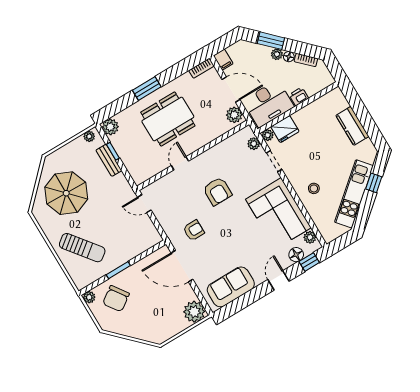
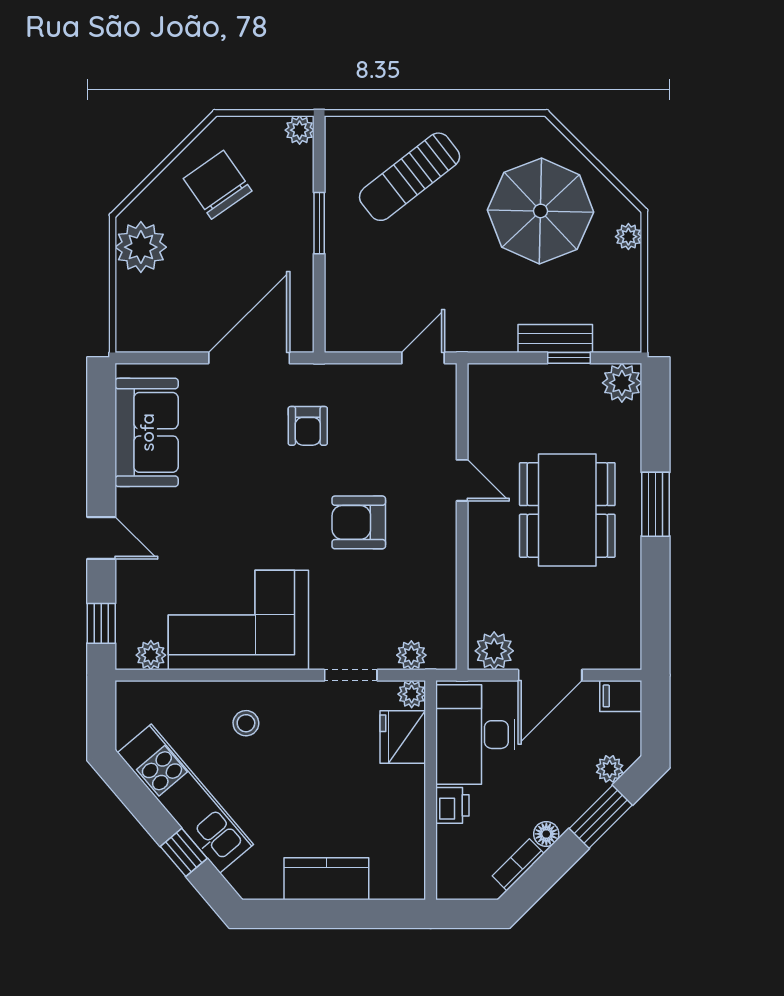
plant: (277, 54) -> (610, 769), moved
bookcase: (201, 68) -> (630, 641), removed
plant: (89, 136) -> (628, 237), moved
floor lamp: (296, 255) -> (132, 606), removed
chair: (116, 299) -> (218, 185), moved
plant: (194, 312) -> (141, 247), moved

